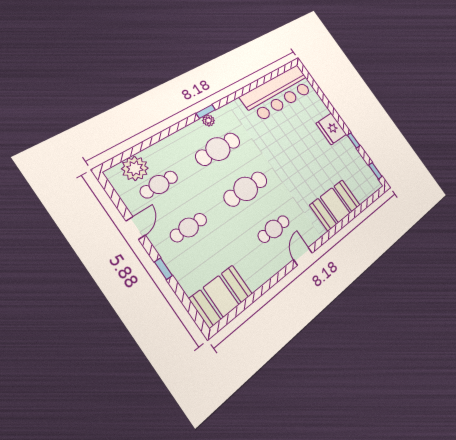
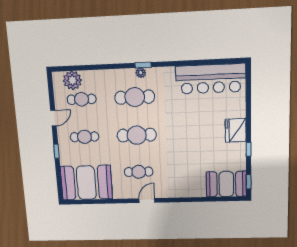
booth: (335, 205) -> (226, 184), moved
booth: (221, 296) -> (86, 183), width x1.36, depth x1.42

